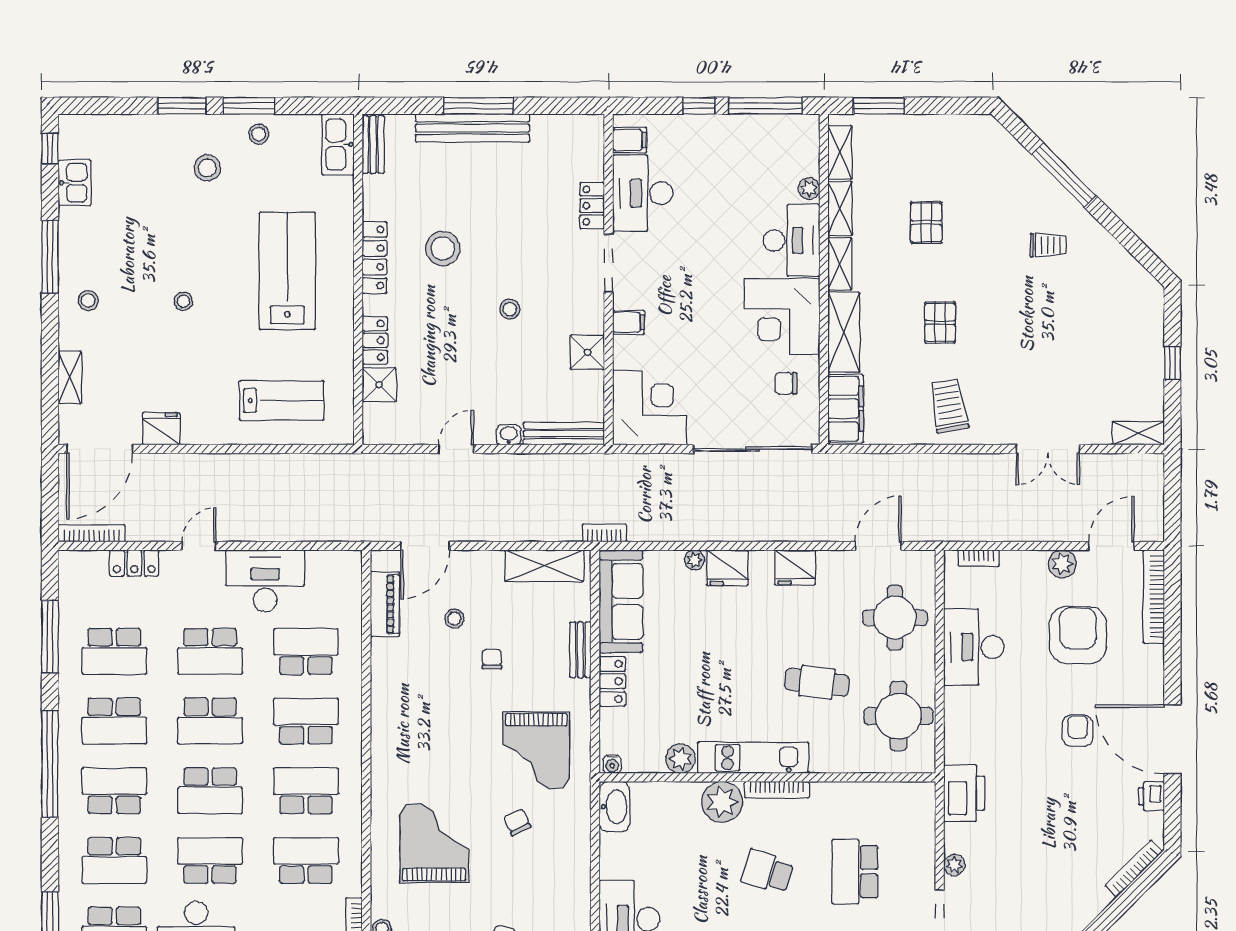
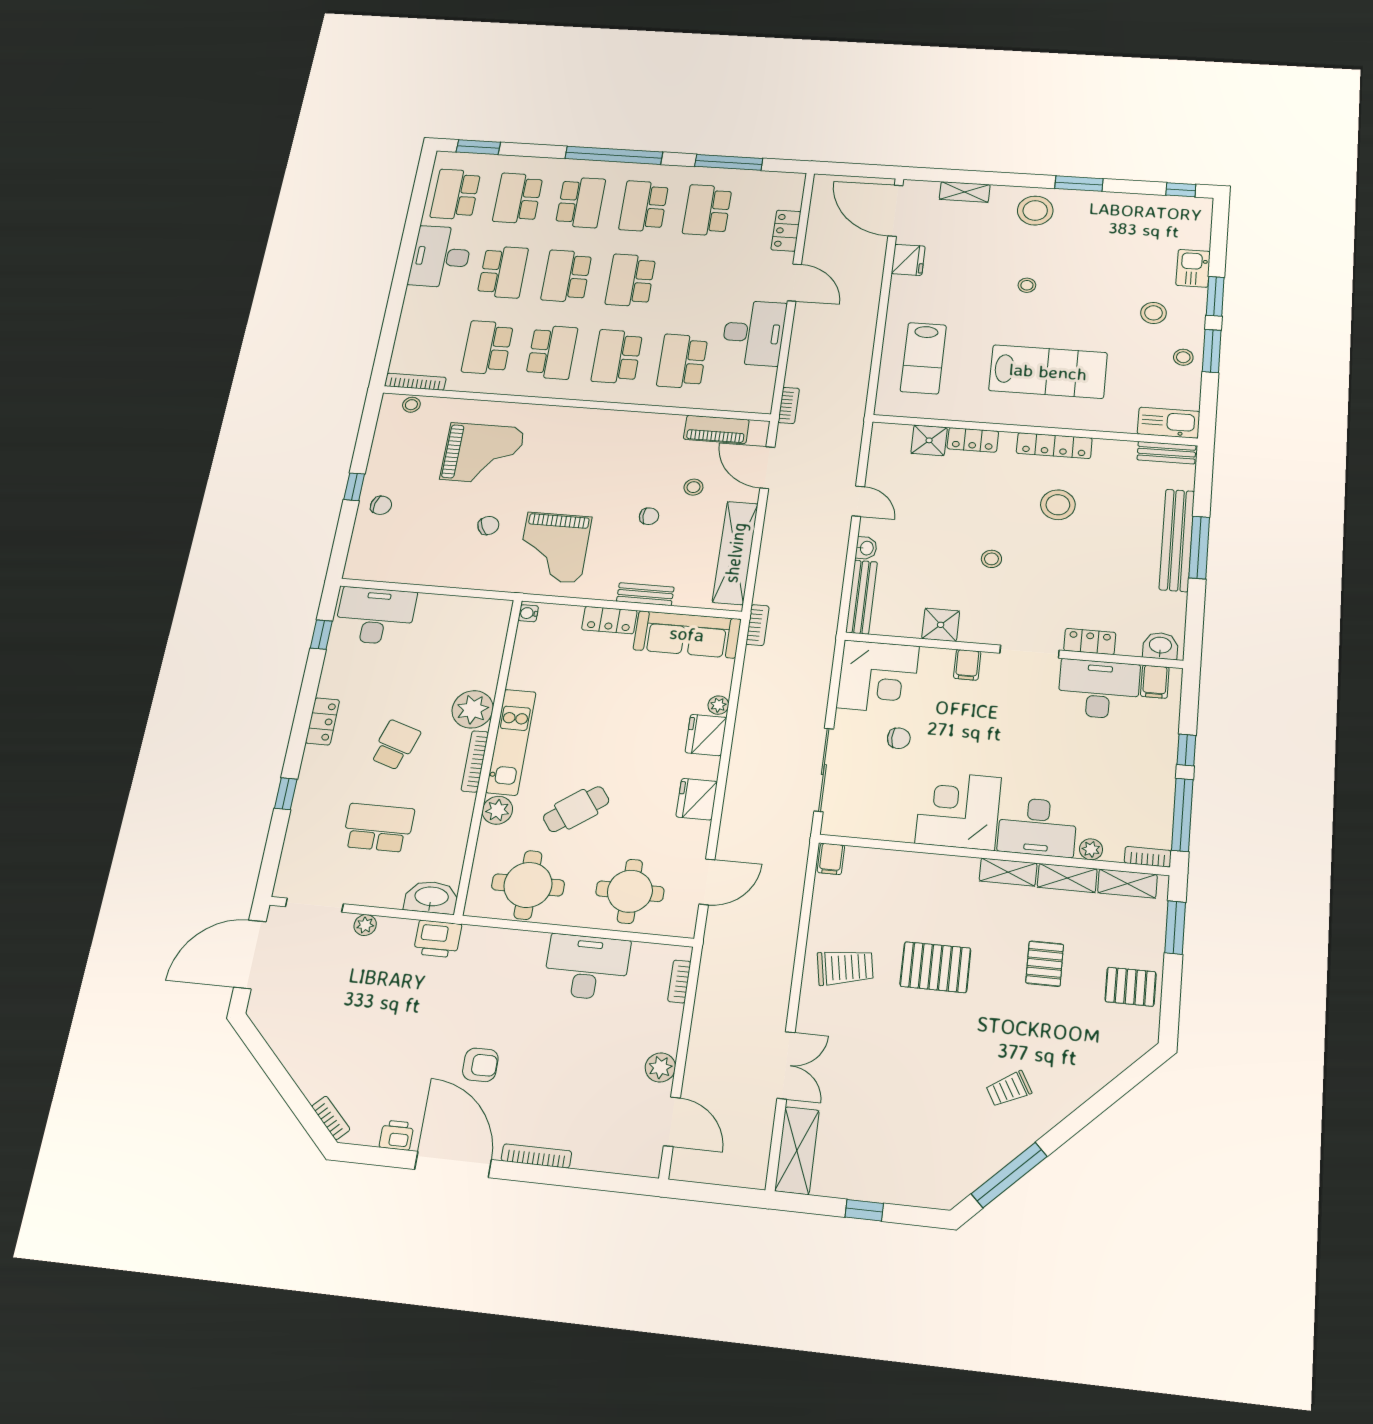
bookcase: (811, 135) -> (1148, 857), added
washbasin: (590, 137) -> (1160, 646), added
pallet: (940, 143) -> (1131, 987), added
window: (1064, 175) -> (1009, 1175), moved
kitchen sink: (75, 183) -> (1193, 268), moved, turned 90
pallet: (926, 223) -> (1045, 964), turned 90
trolley: (1048, 245) -> (1009, 1089), turned 61
window: (50, 257) -> (1079, 184), width x0.69
stool: (88, 300) -> (1035, 211), width x1.89, depth x1.89
pallet: (940, 323) -> (935, 967), width x1.50, depth x1.42
shelving: (844, 332) -> (935, 869), removed
chair: (786, 383) -> (899, 738), moved, turned 90
filing cabinet: (846, 409) -> (831, 859), width x0.33, depth x0.86
shelving: (1138, 433) -> (797, 1150), width x1.50, depth x1.33
sliding door: (753, 449) -> (824, 770), width x0.73
double door: (1048, 449) -> (786, 1065), swing flipped
bookcase: (92, 533) -> (789, 405), moved, width x0.64
door: (199, 546) -> (794, 282), width x1.38
door: (878, 546) -> (707, 882), hinge flipped
shelving: (544, 566) -> (735, 553), width x1.47
bookcase: (1154, 597) -> (536, 1156), moved, width x0.68, depth x0.76
armchair: (1078, 635) -> (582, 1076), removed
school desk: (210, 651) -> (695, 285), removed
school desk: (306, 651) -> (682, 361), turned 180
cafe table: (817, 682) -> (576, 809), turned 47
school desk: (306, 721) -> (617, 357), turned 180
door: (1172, 739) -> (453, 1164), hinge flipped
grand piano: (536, 750) -> (554, 548), turned -90
plant: (681, 759) -> (497, 810), moved
printer: (964, 793) -> (438, 939), width x0.73, depth x0.84
washbasin: (614, 807) -> (431, 897), moved, turned 180
school desk: (306, 860) -> (487, 348), turned 180
bookcase: (1134, 869) -> (331, 1118), width x0.64

